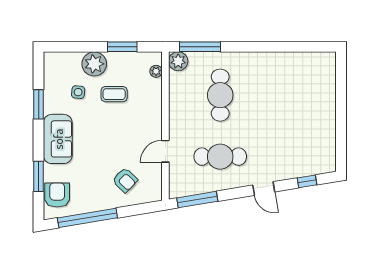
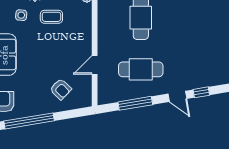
window: (307, 181) -> (201, 92), moved
window: (197, 200) -> (135, 103), moved

